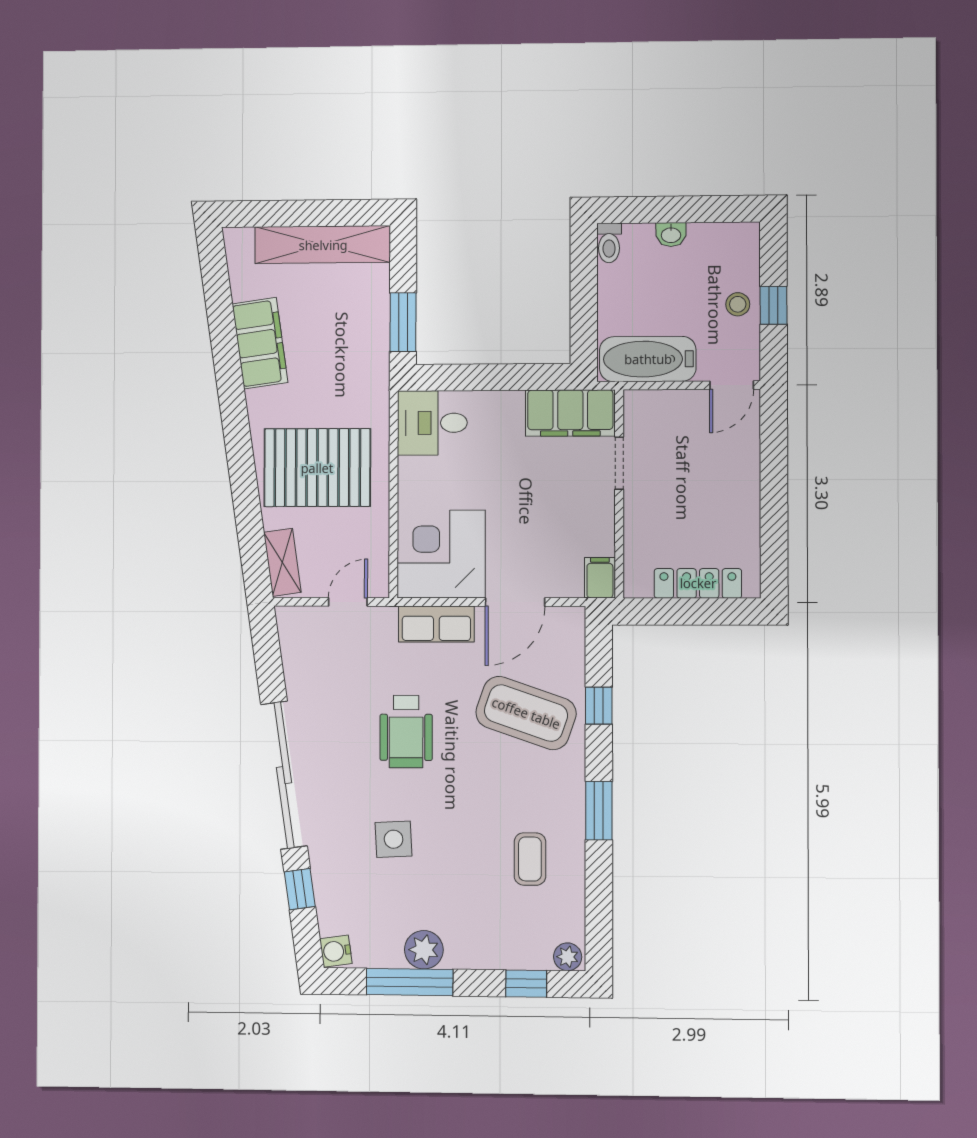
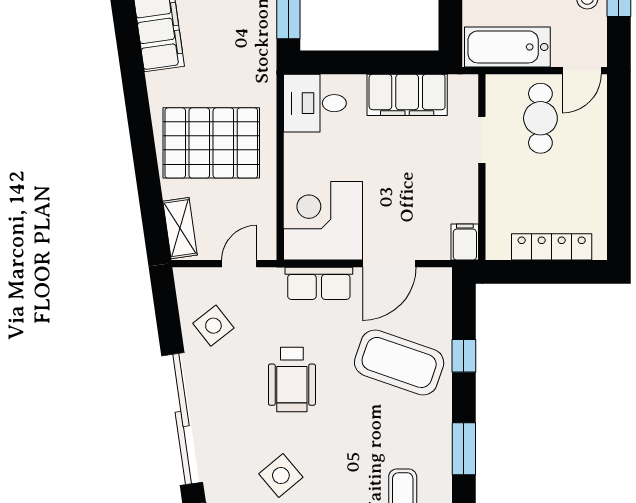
filing cabinet: (570, 413) -> (407, 95), moved
cafe table: (685, 439) -> (540, 118), added
side table: (319, 671) -> (213, 326), added
side table: (394, 839) -> (281, 476), turned -37

